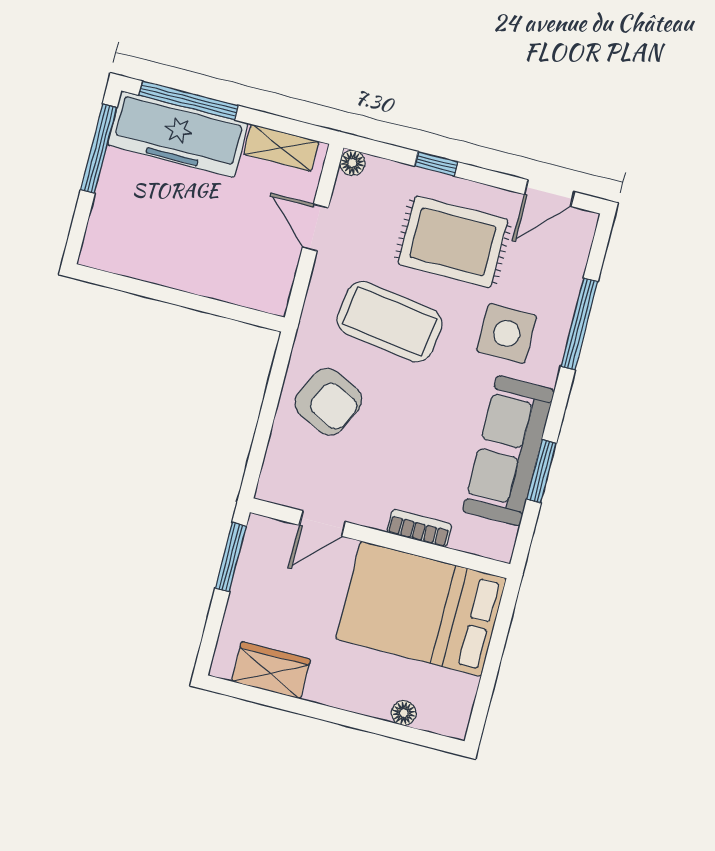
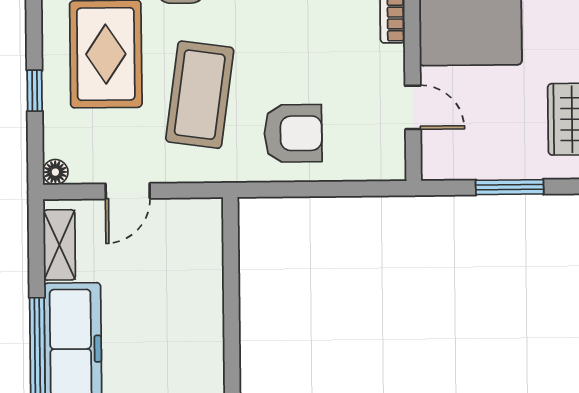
armchair: (328, 402) -> (293, 133), turned 64
window: (231, 557) -> (510, 187), moved

